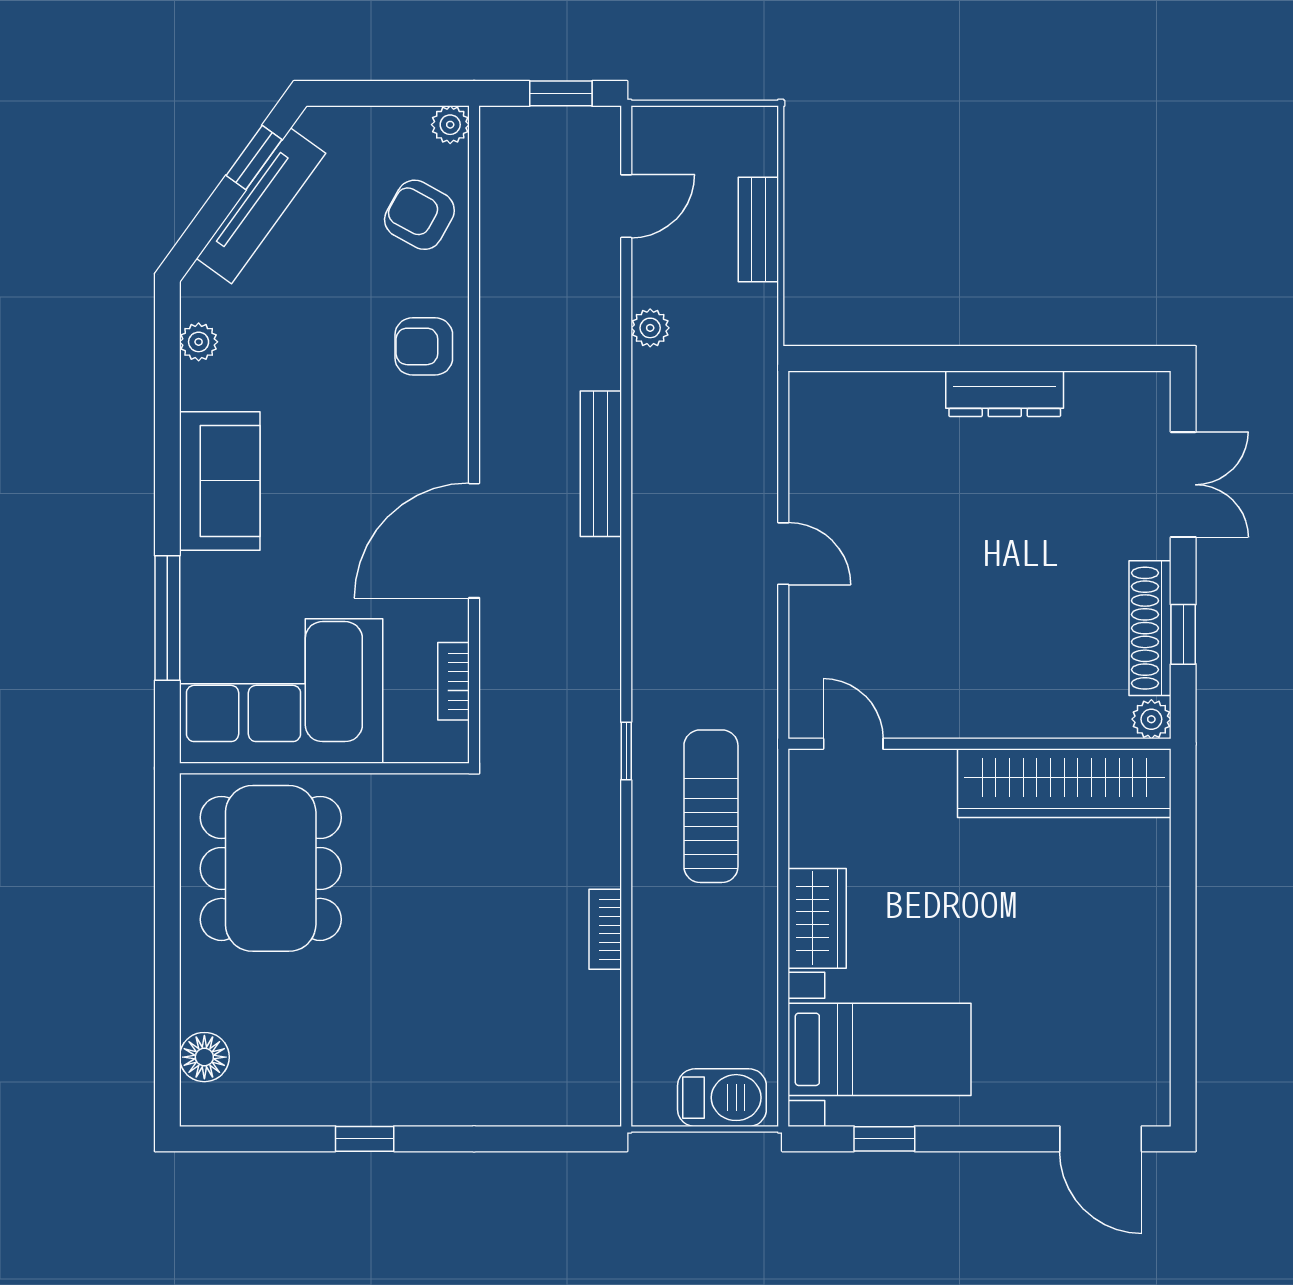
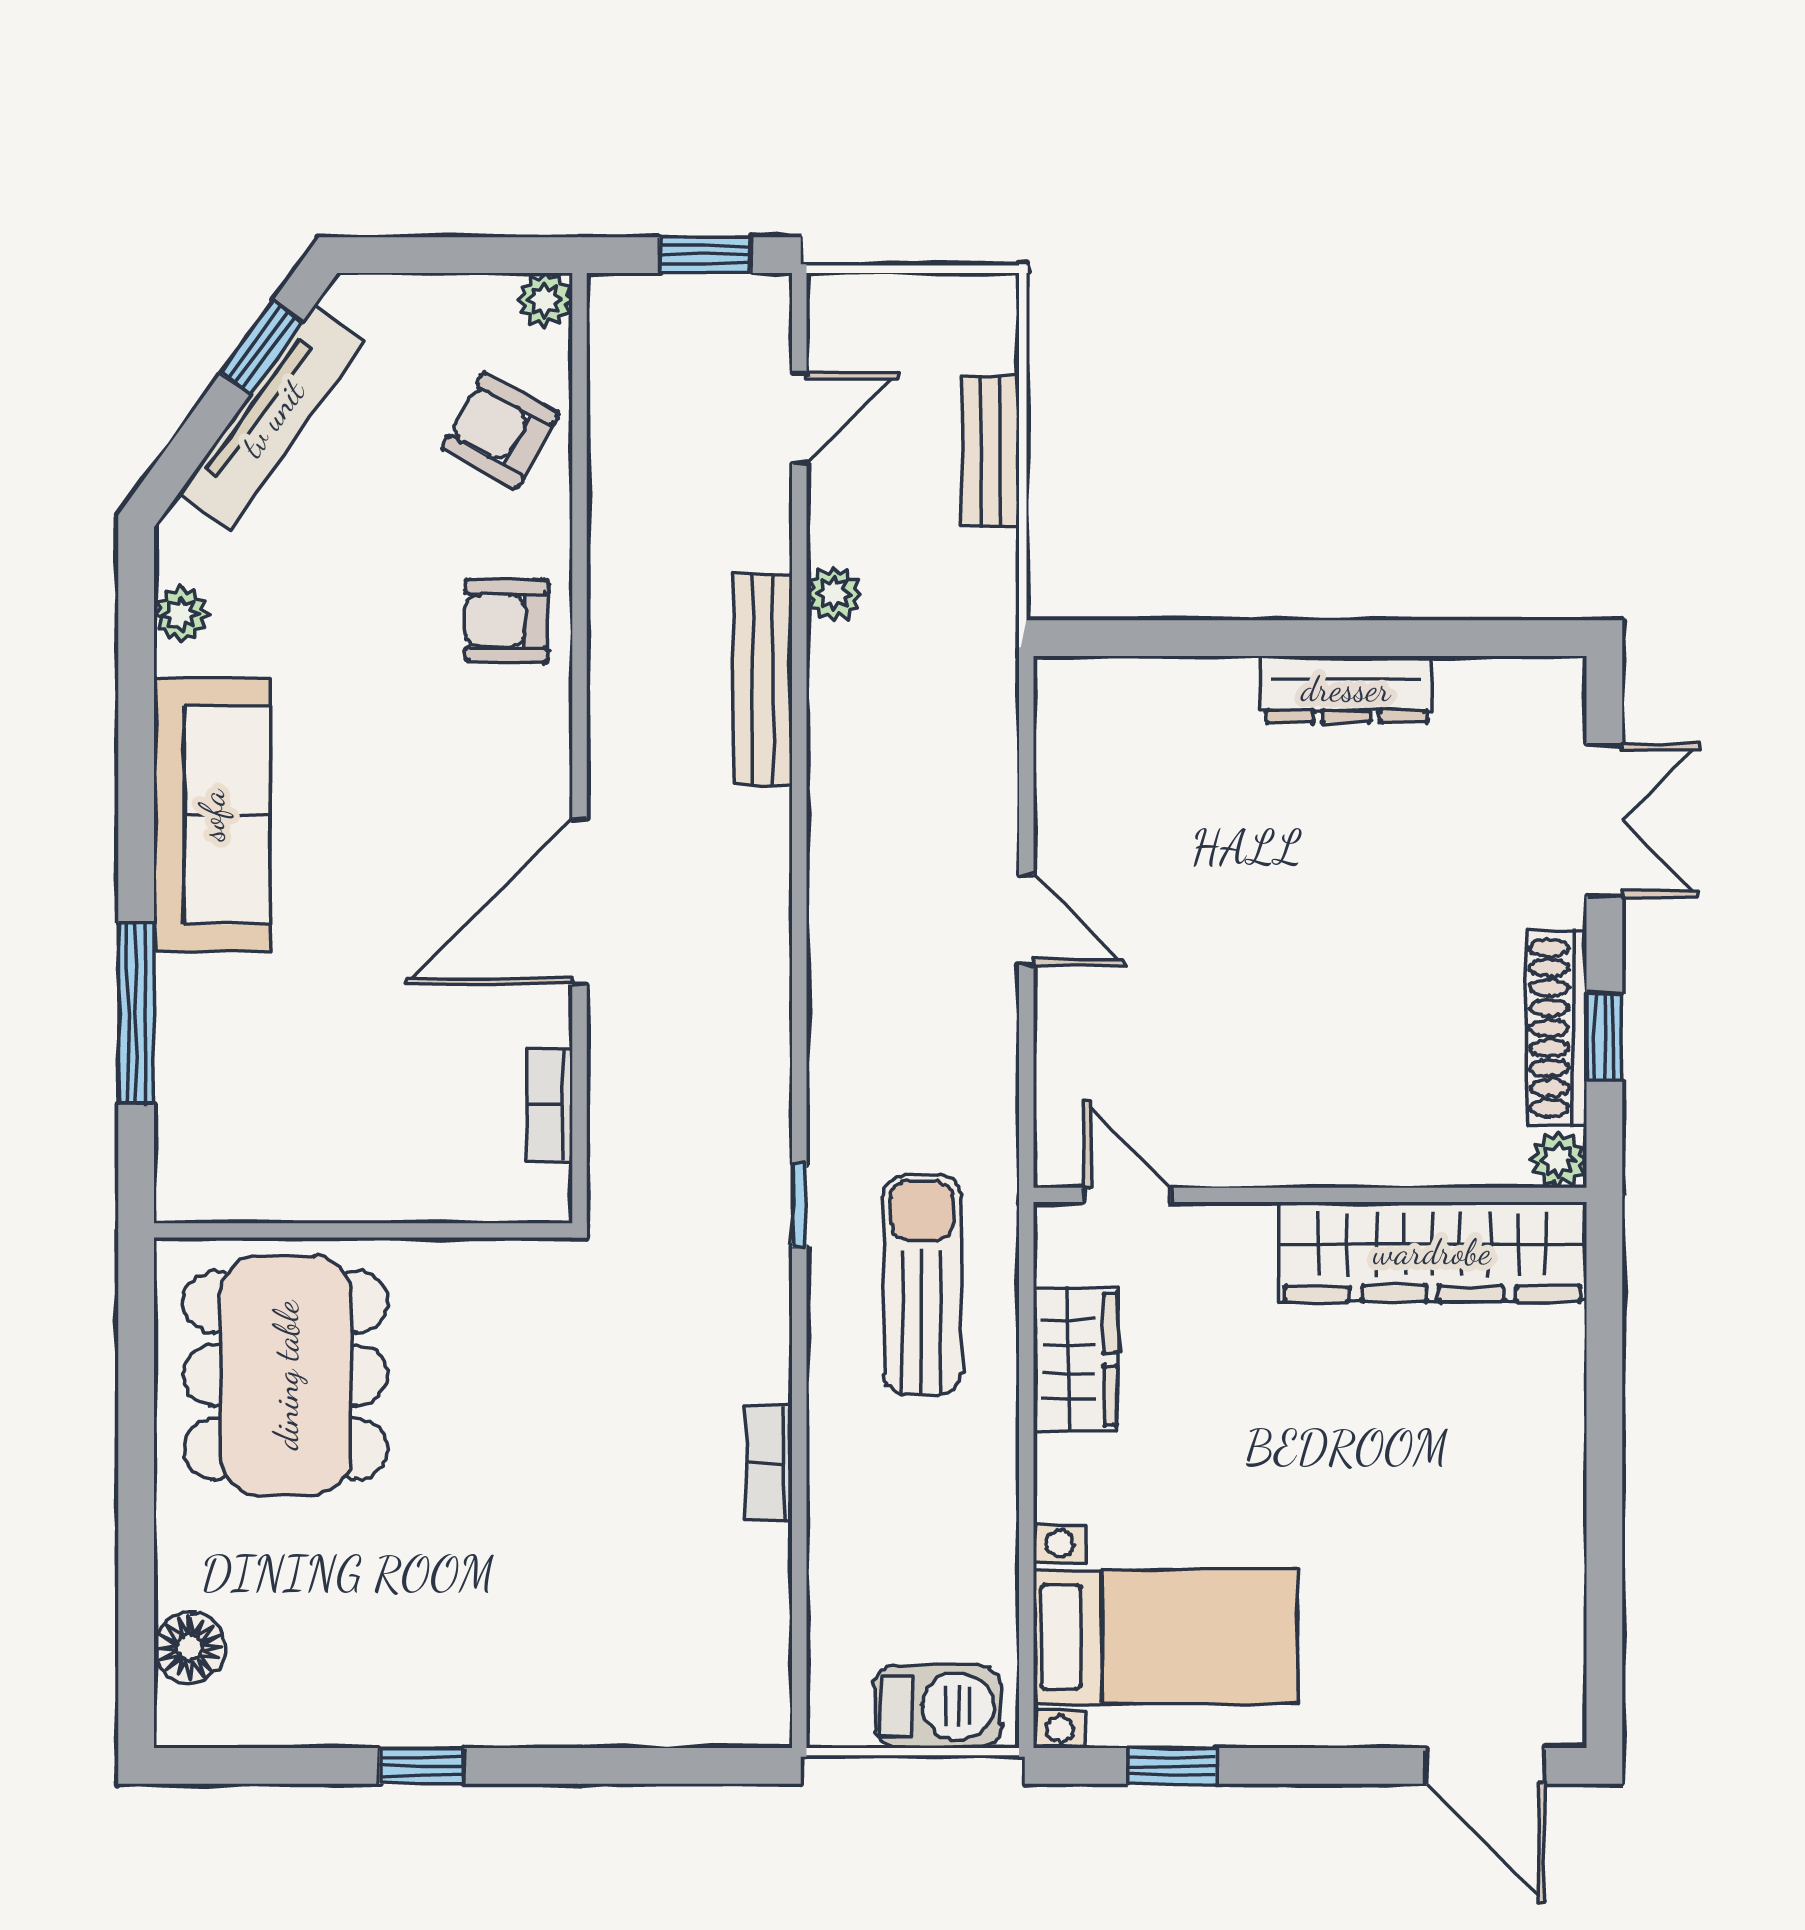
bench: (601, 464) -> (763, 680), moved
sofa: (220, 481) -> (212, 815), width x1.36
corner sofa: (281, 691) -> (300, 1119), removed
wardrobe: (817, 918) -> (1075, 1359), moved

